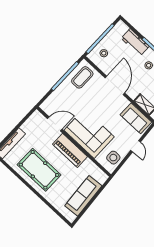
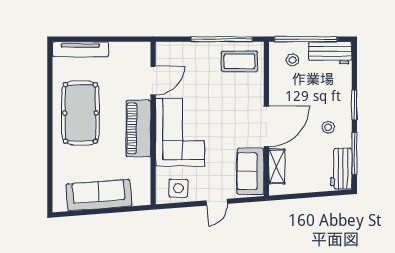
workbench: (135, 42) -> (330, 53), moved, turned -90
door: (115, 85) -> (266, 126), moved
door: (55, 124) -> (153, 80), hinge flipped

